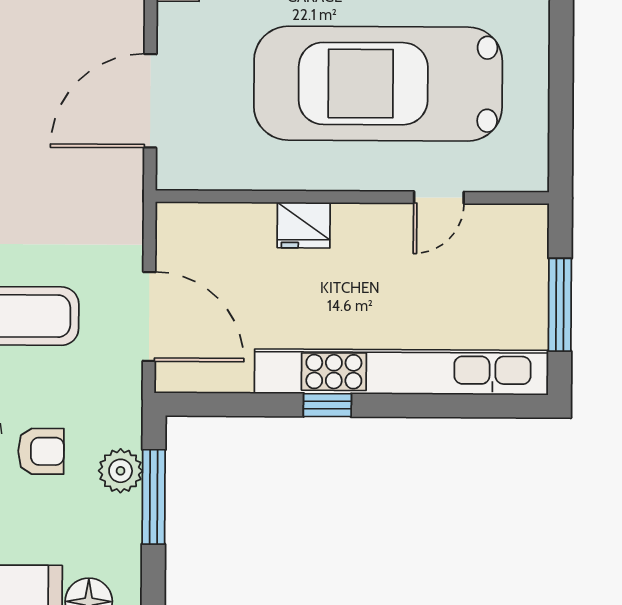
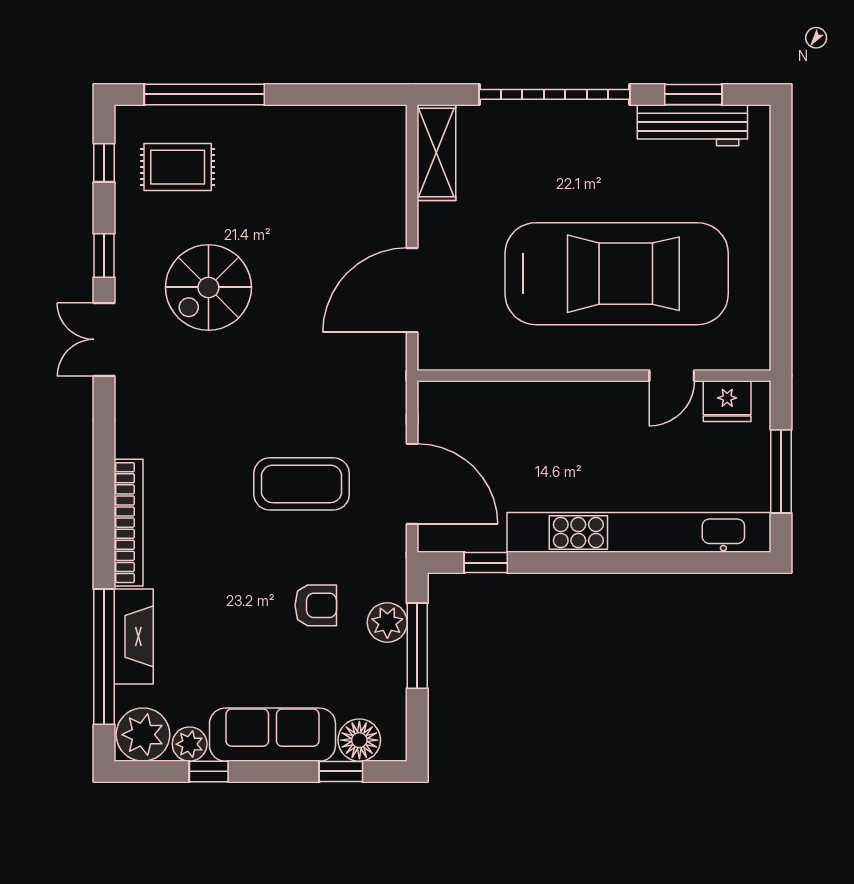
car: (378, 84) -> (617, 274), turned 180
fridge: (304, 225) -> (727, 401), moved
window: (327, 405) -> (486, 563), moved

